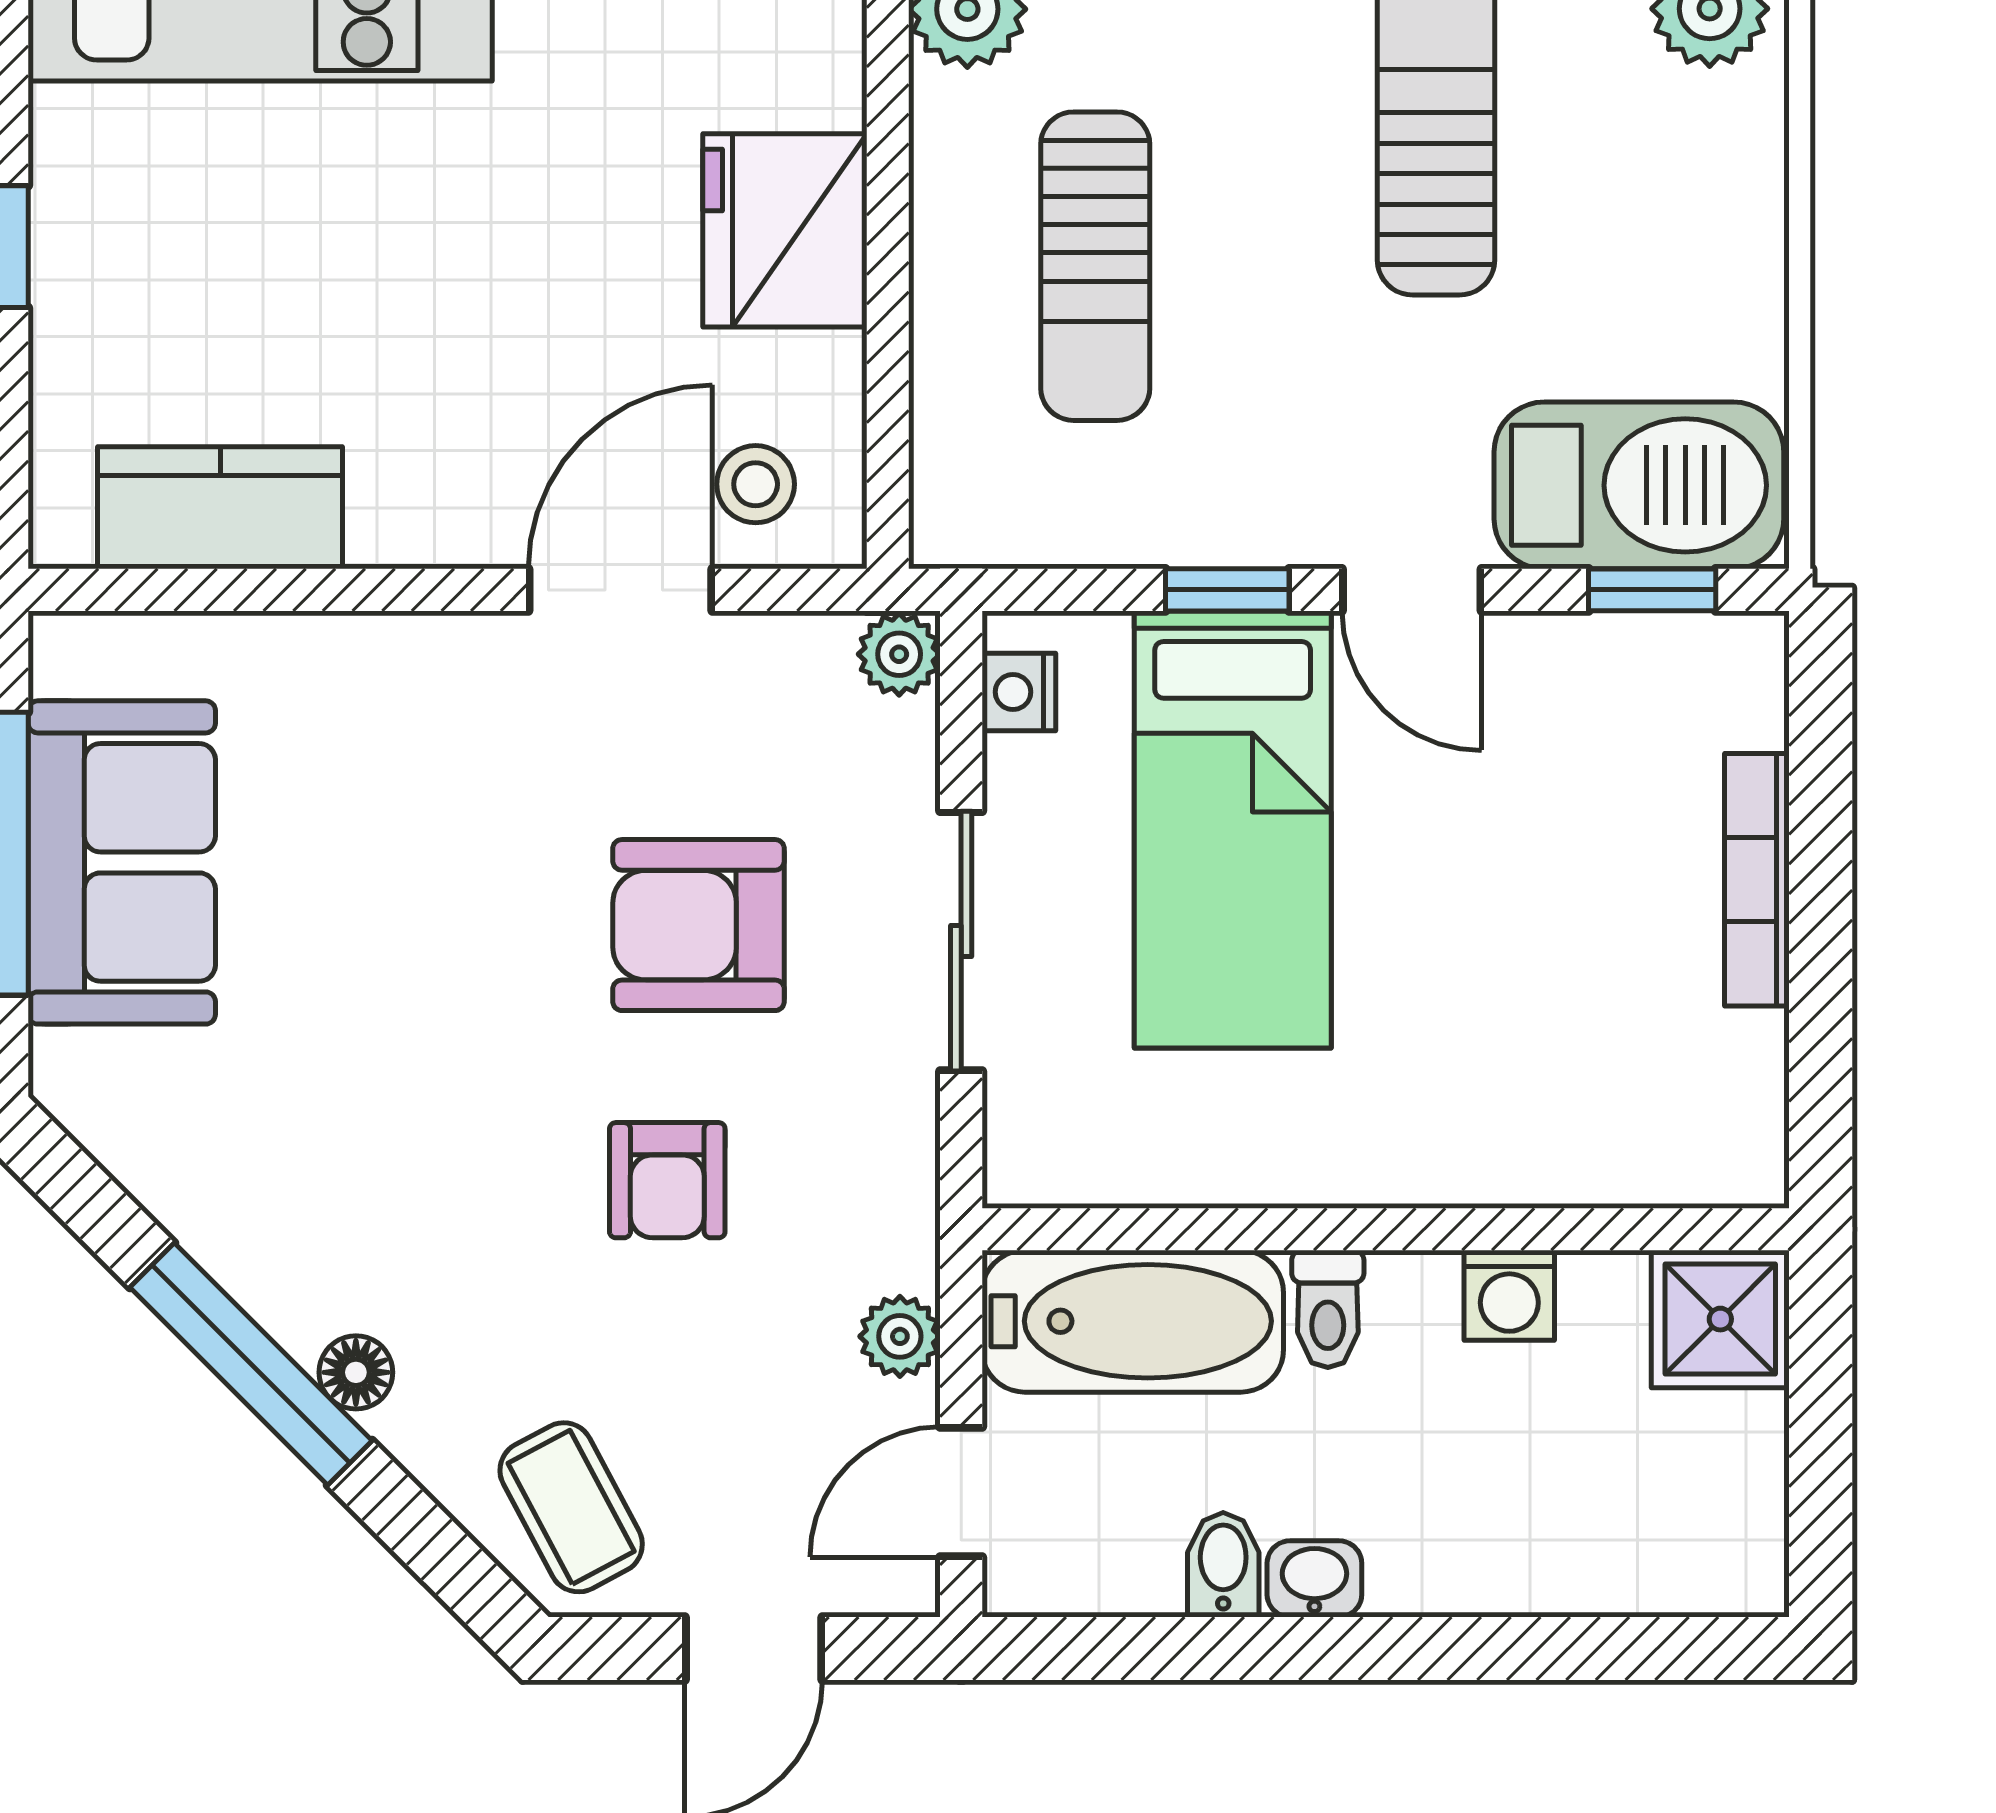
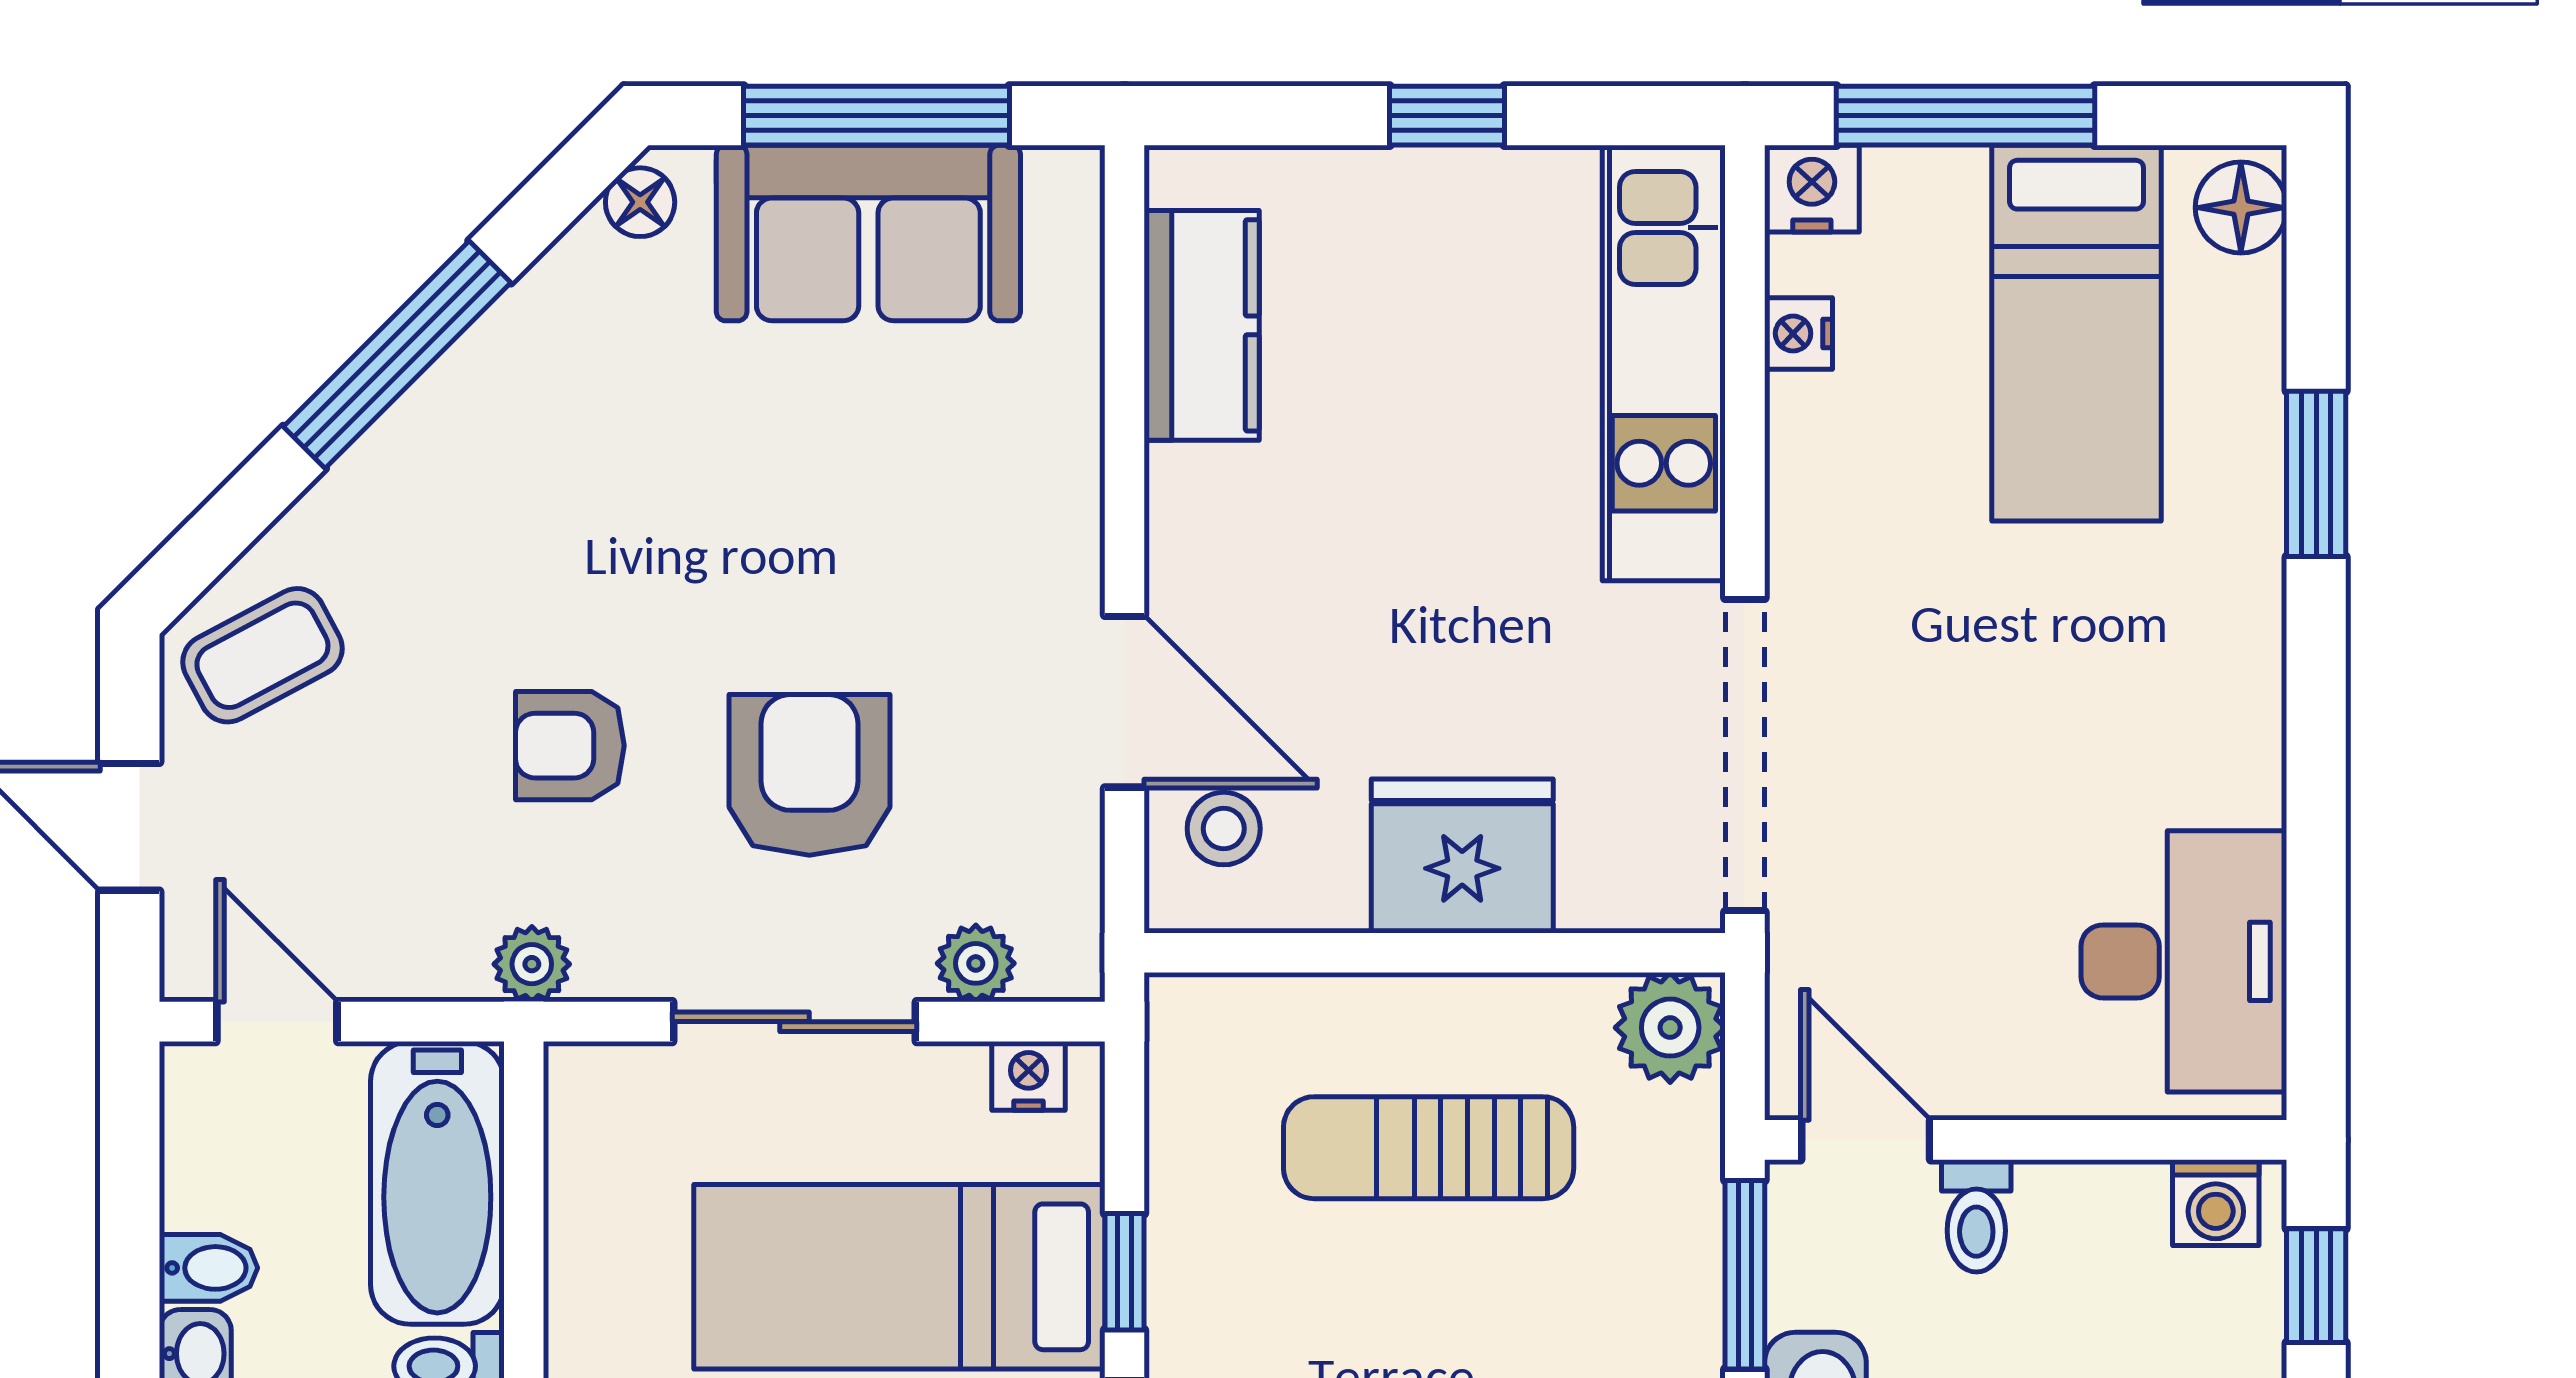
plant: (899, 654) -> (976, 963), moved
plant: (900, 1336) -> (532, 964), moved
floor lamp: (356, 1372) -> (640, 202), moved

